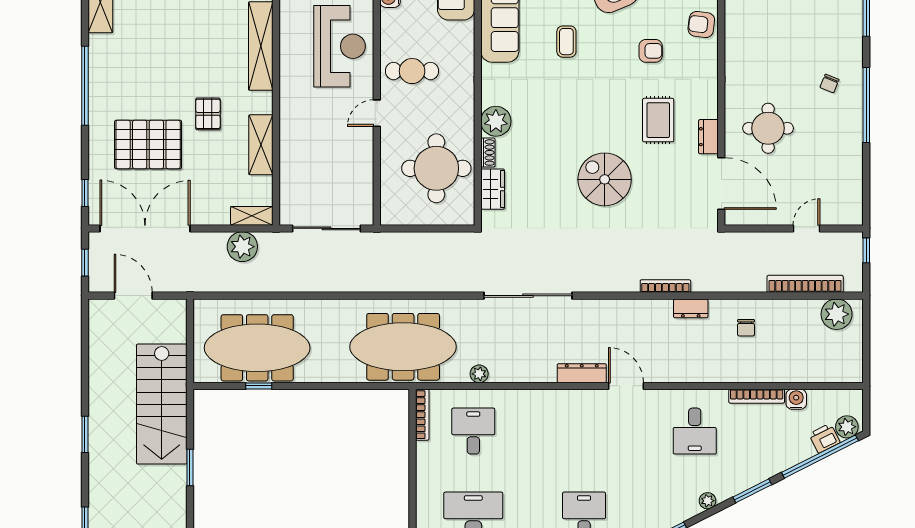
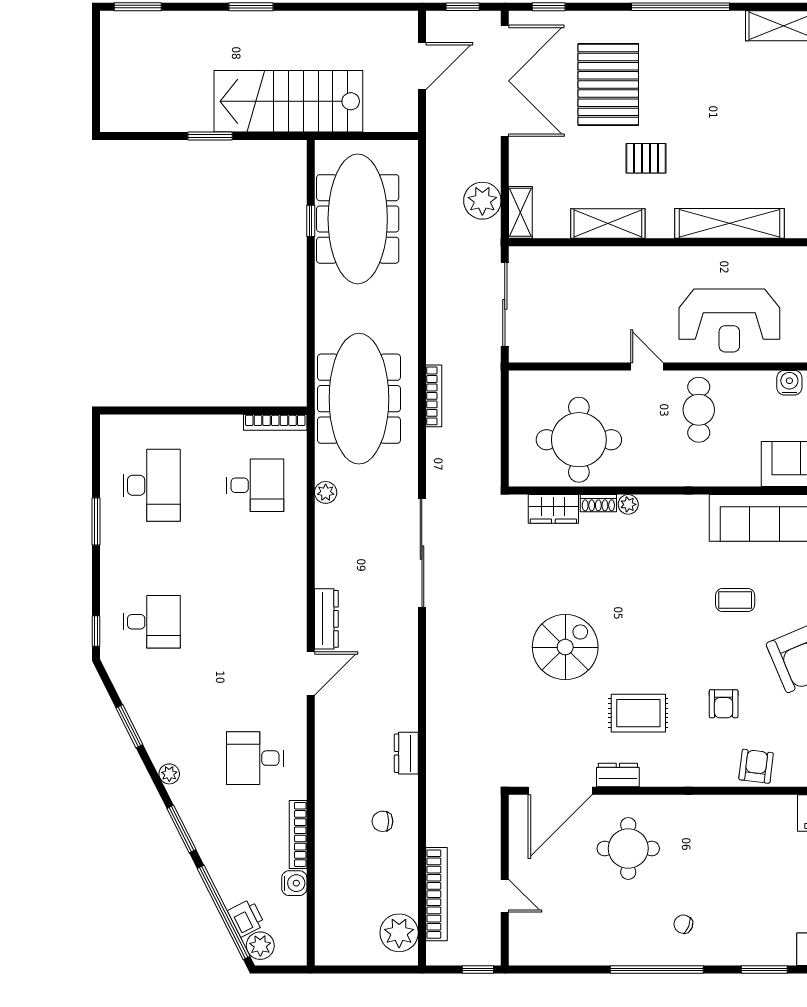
plant: (496, 121) -> (628, 504), width x0.53, depth x0.53
bookcase: (665, 286) -> (434, 396), moved

